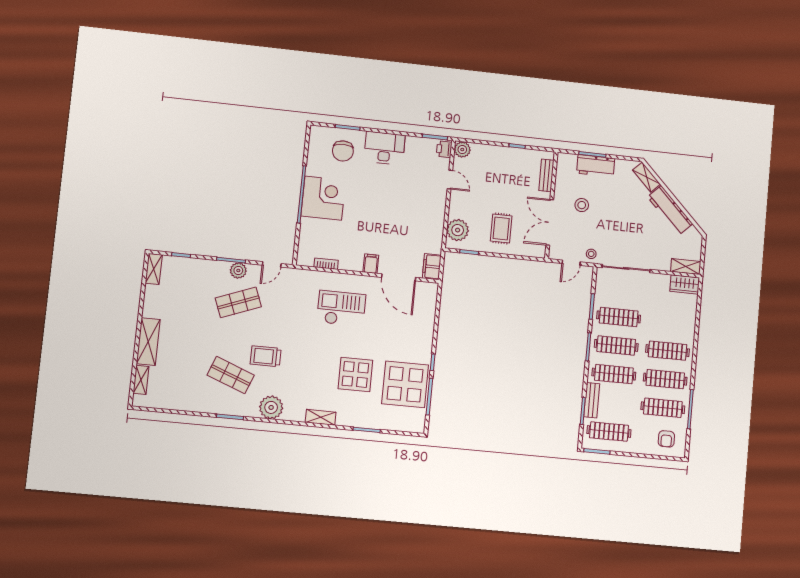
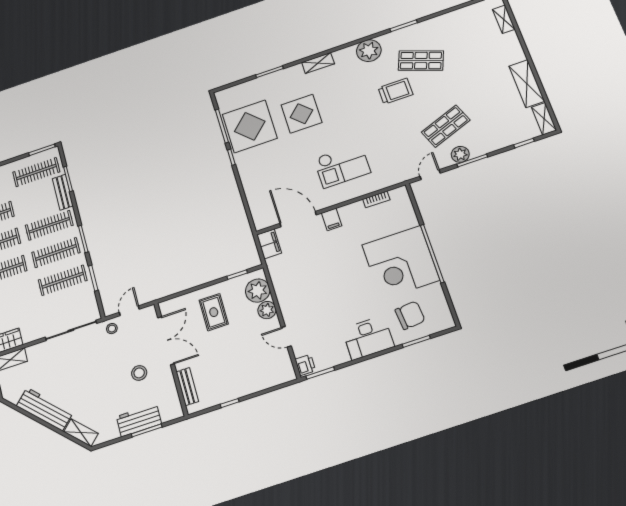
plant: (462, 150) -> (267, 310), moved
chair: (343, 151) -> (410, 315), turned 85
corner desk: (323, 198) -> (401, 262), width x1.36, depth x1.36
shelving: (148, 342) -> (527, 84), moved

